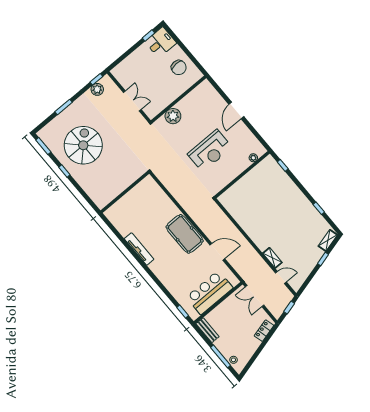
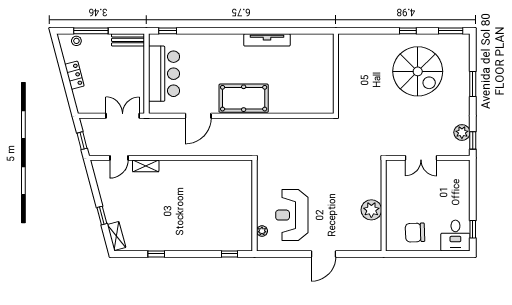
door: (236, 110) -> (323, 254), swing flipped
plant: (173, 116) -> (371, 210), moved
reception desk: (210, 151) -> (292, 215), moved
locker: (264, 331) -> (74, 75), moved

